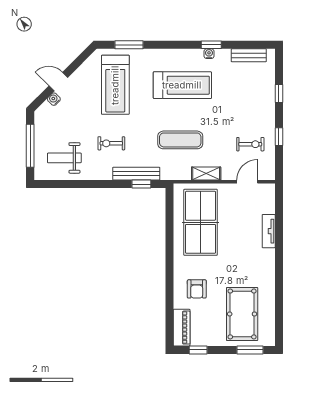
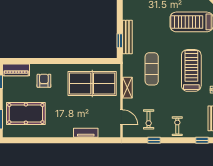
treadmill: (182, 85) -> (191, 70), turned 180
window: (279, 93) -> (202, 140), moved
exercise bike: (111, 143) -> (177, 126), moved
armchair: (197, 289) -> (44, 81), turned 90

